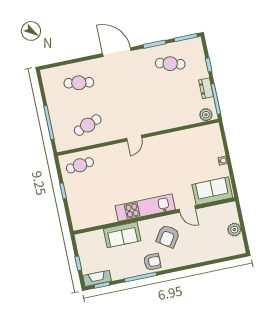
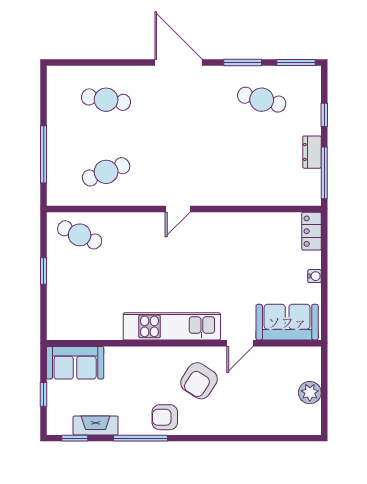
plant: (206, 115) -> (303, 195), removed
locker: (215, 135) -> (311, 231), added
cafe table: (80, 165) -> (80, 235), turned 31
door: (187, 209) -> (240, 343), hinge flipped
sofa: (122, 235) -> (75, 363), moved
armchair: (152, 262) -> (165, 417), turned 180
fireplace: (97, 278) -> (96, 425), moved

